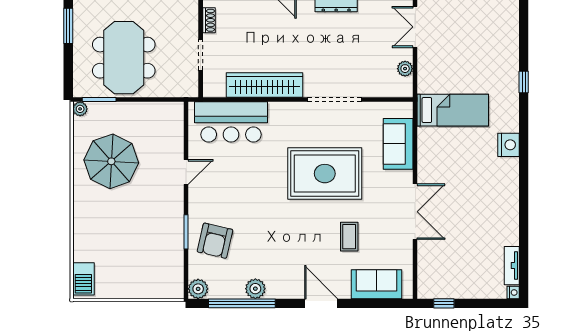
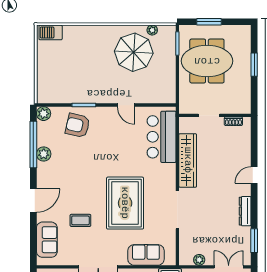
window: (68, 26) -> (209, 22), moved
plant: (80, 109) -> (152, 30), moved

